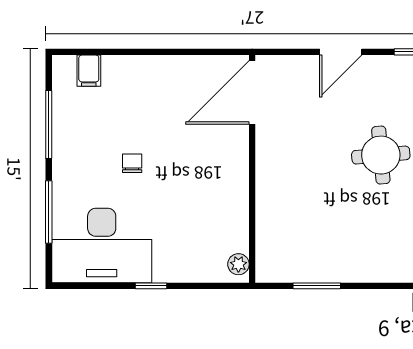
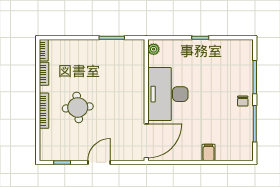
filing cabinet: (89, 71) -> (209, 152), moved
chair: (132, 163) -> (243, 101), moved
desk: (102, 245) -> (168, 94), moved, turned -90

